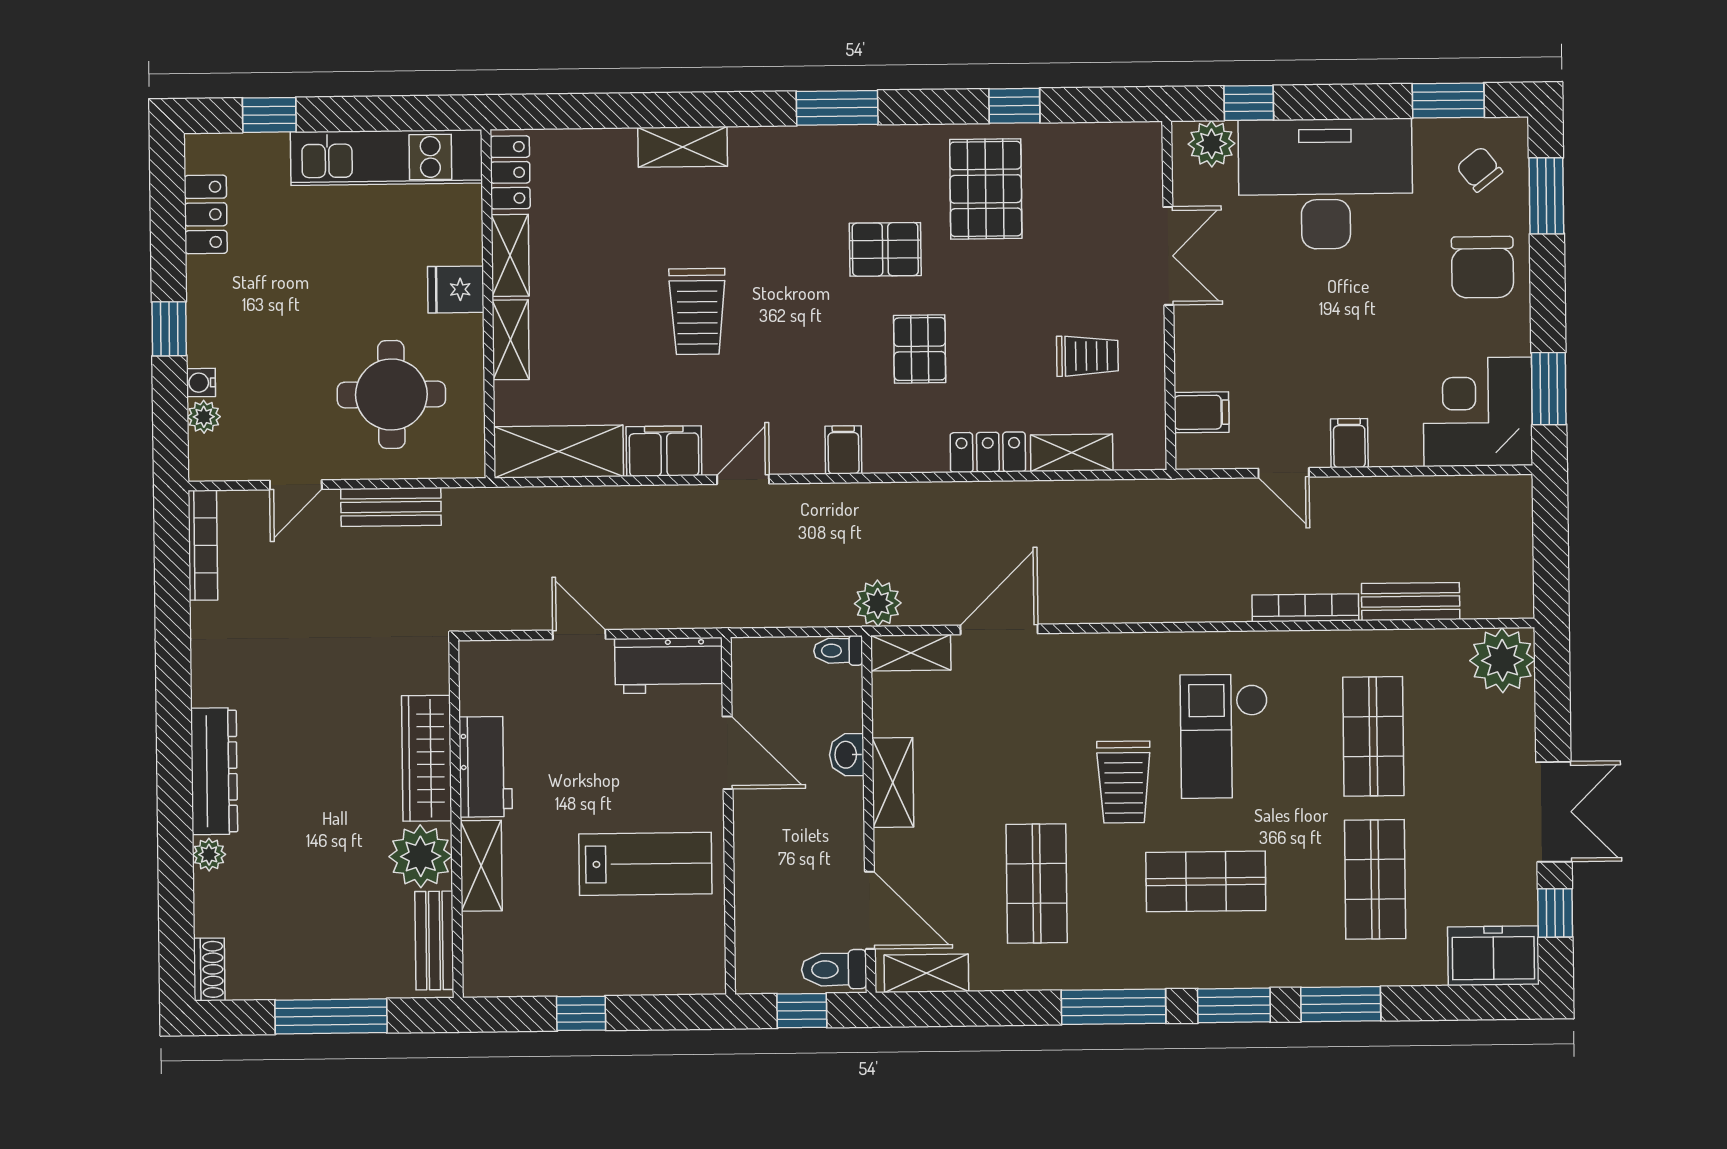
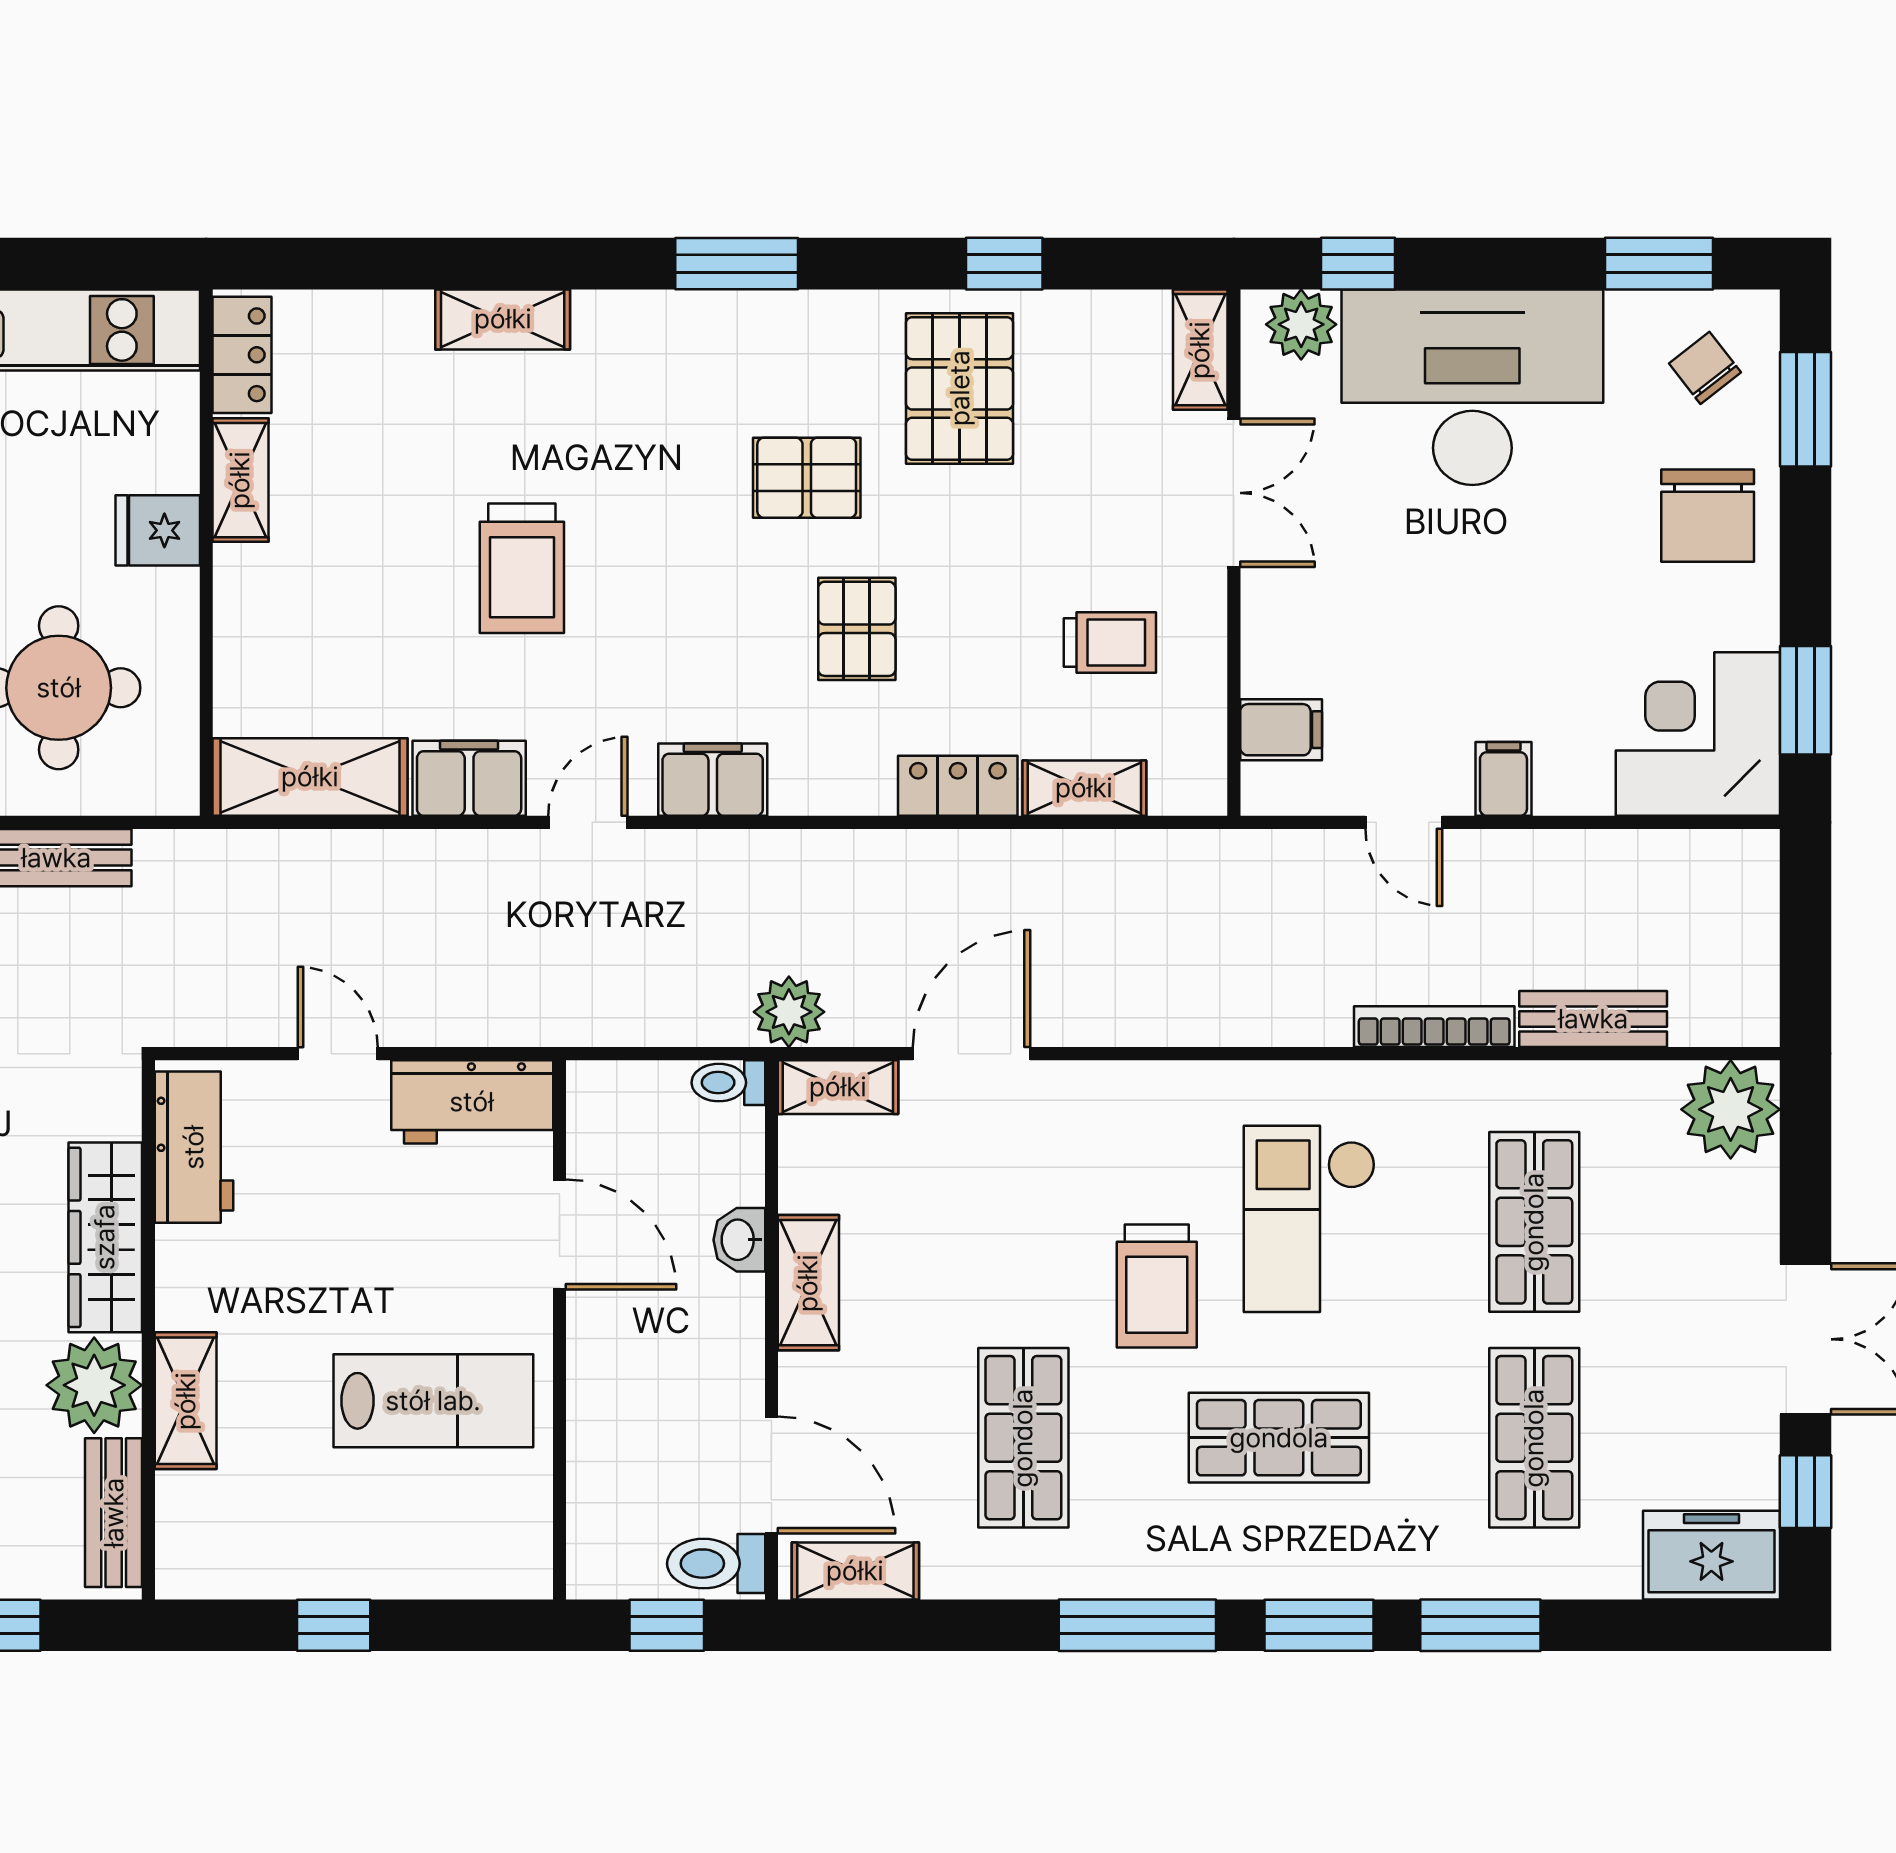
shelving: (511, 340) -> (1200, 350), moved
filing cabinet: (843, 450) -> (713, 780), width x2.00
workbench: (486, 767) -> (194, 1147), moved

